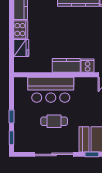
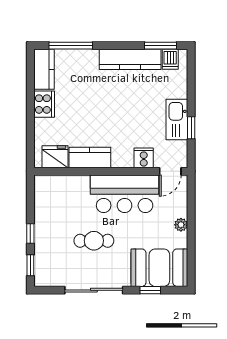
fridge: (21, 48) -> (55, 157), moved, turned -90
kitchen counter: (66, 65) -> (90, 157), moved
bar counter: (51, 90) -> (125, 194), moved

